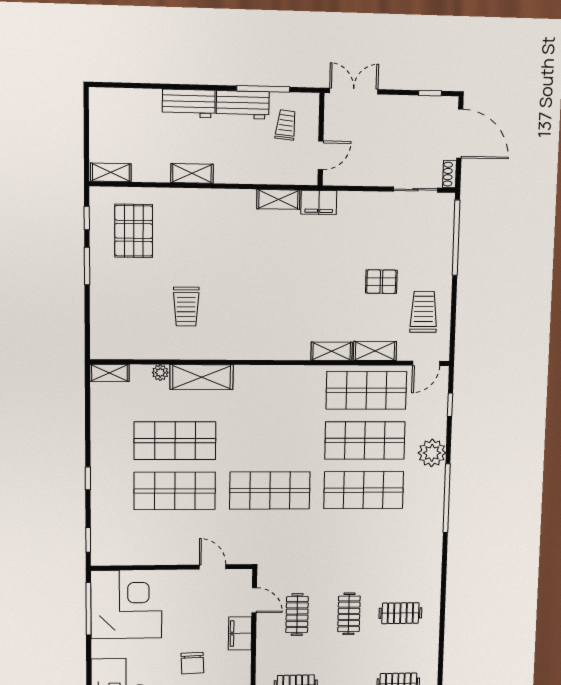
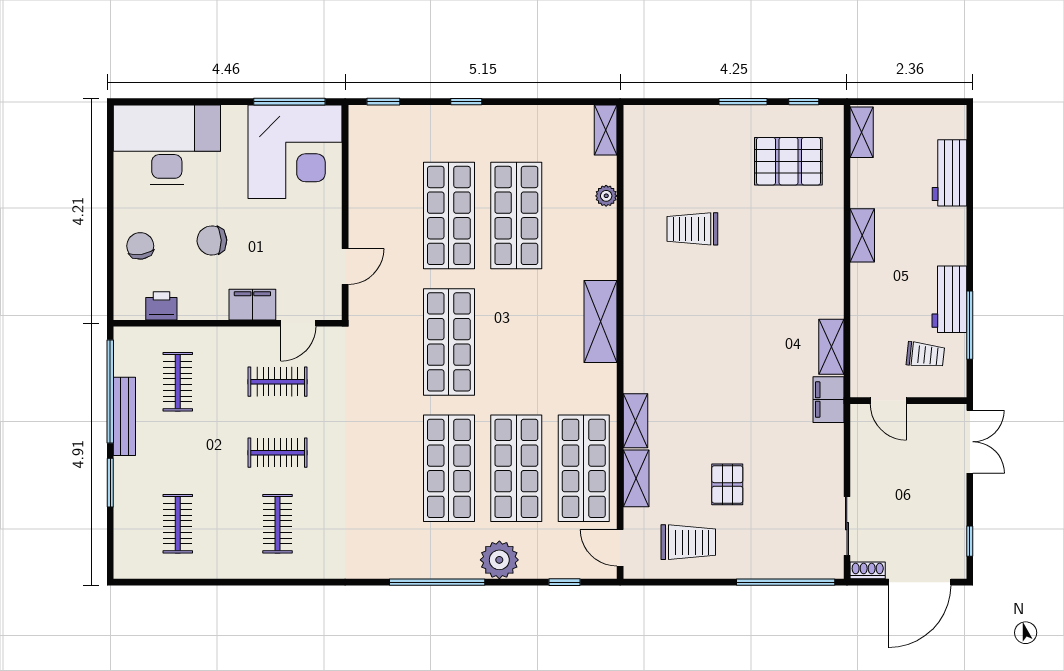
workbench: (189, 103) -> (949, 173), moved
shelving: (202, 377) -> (600, 321), moved

